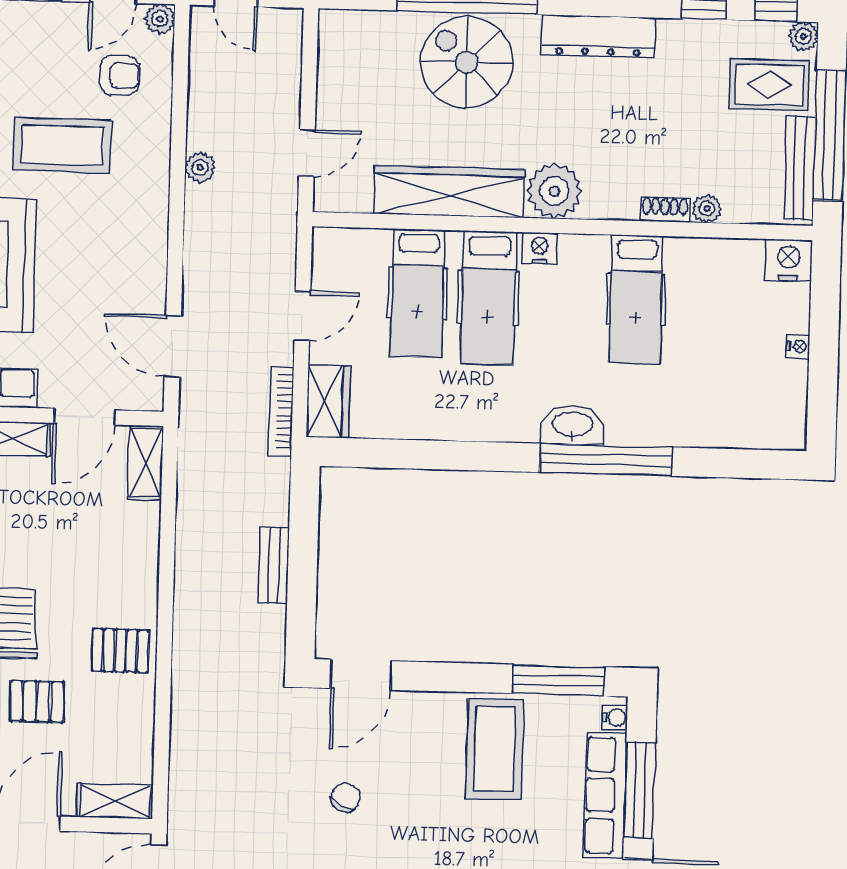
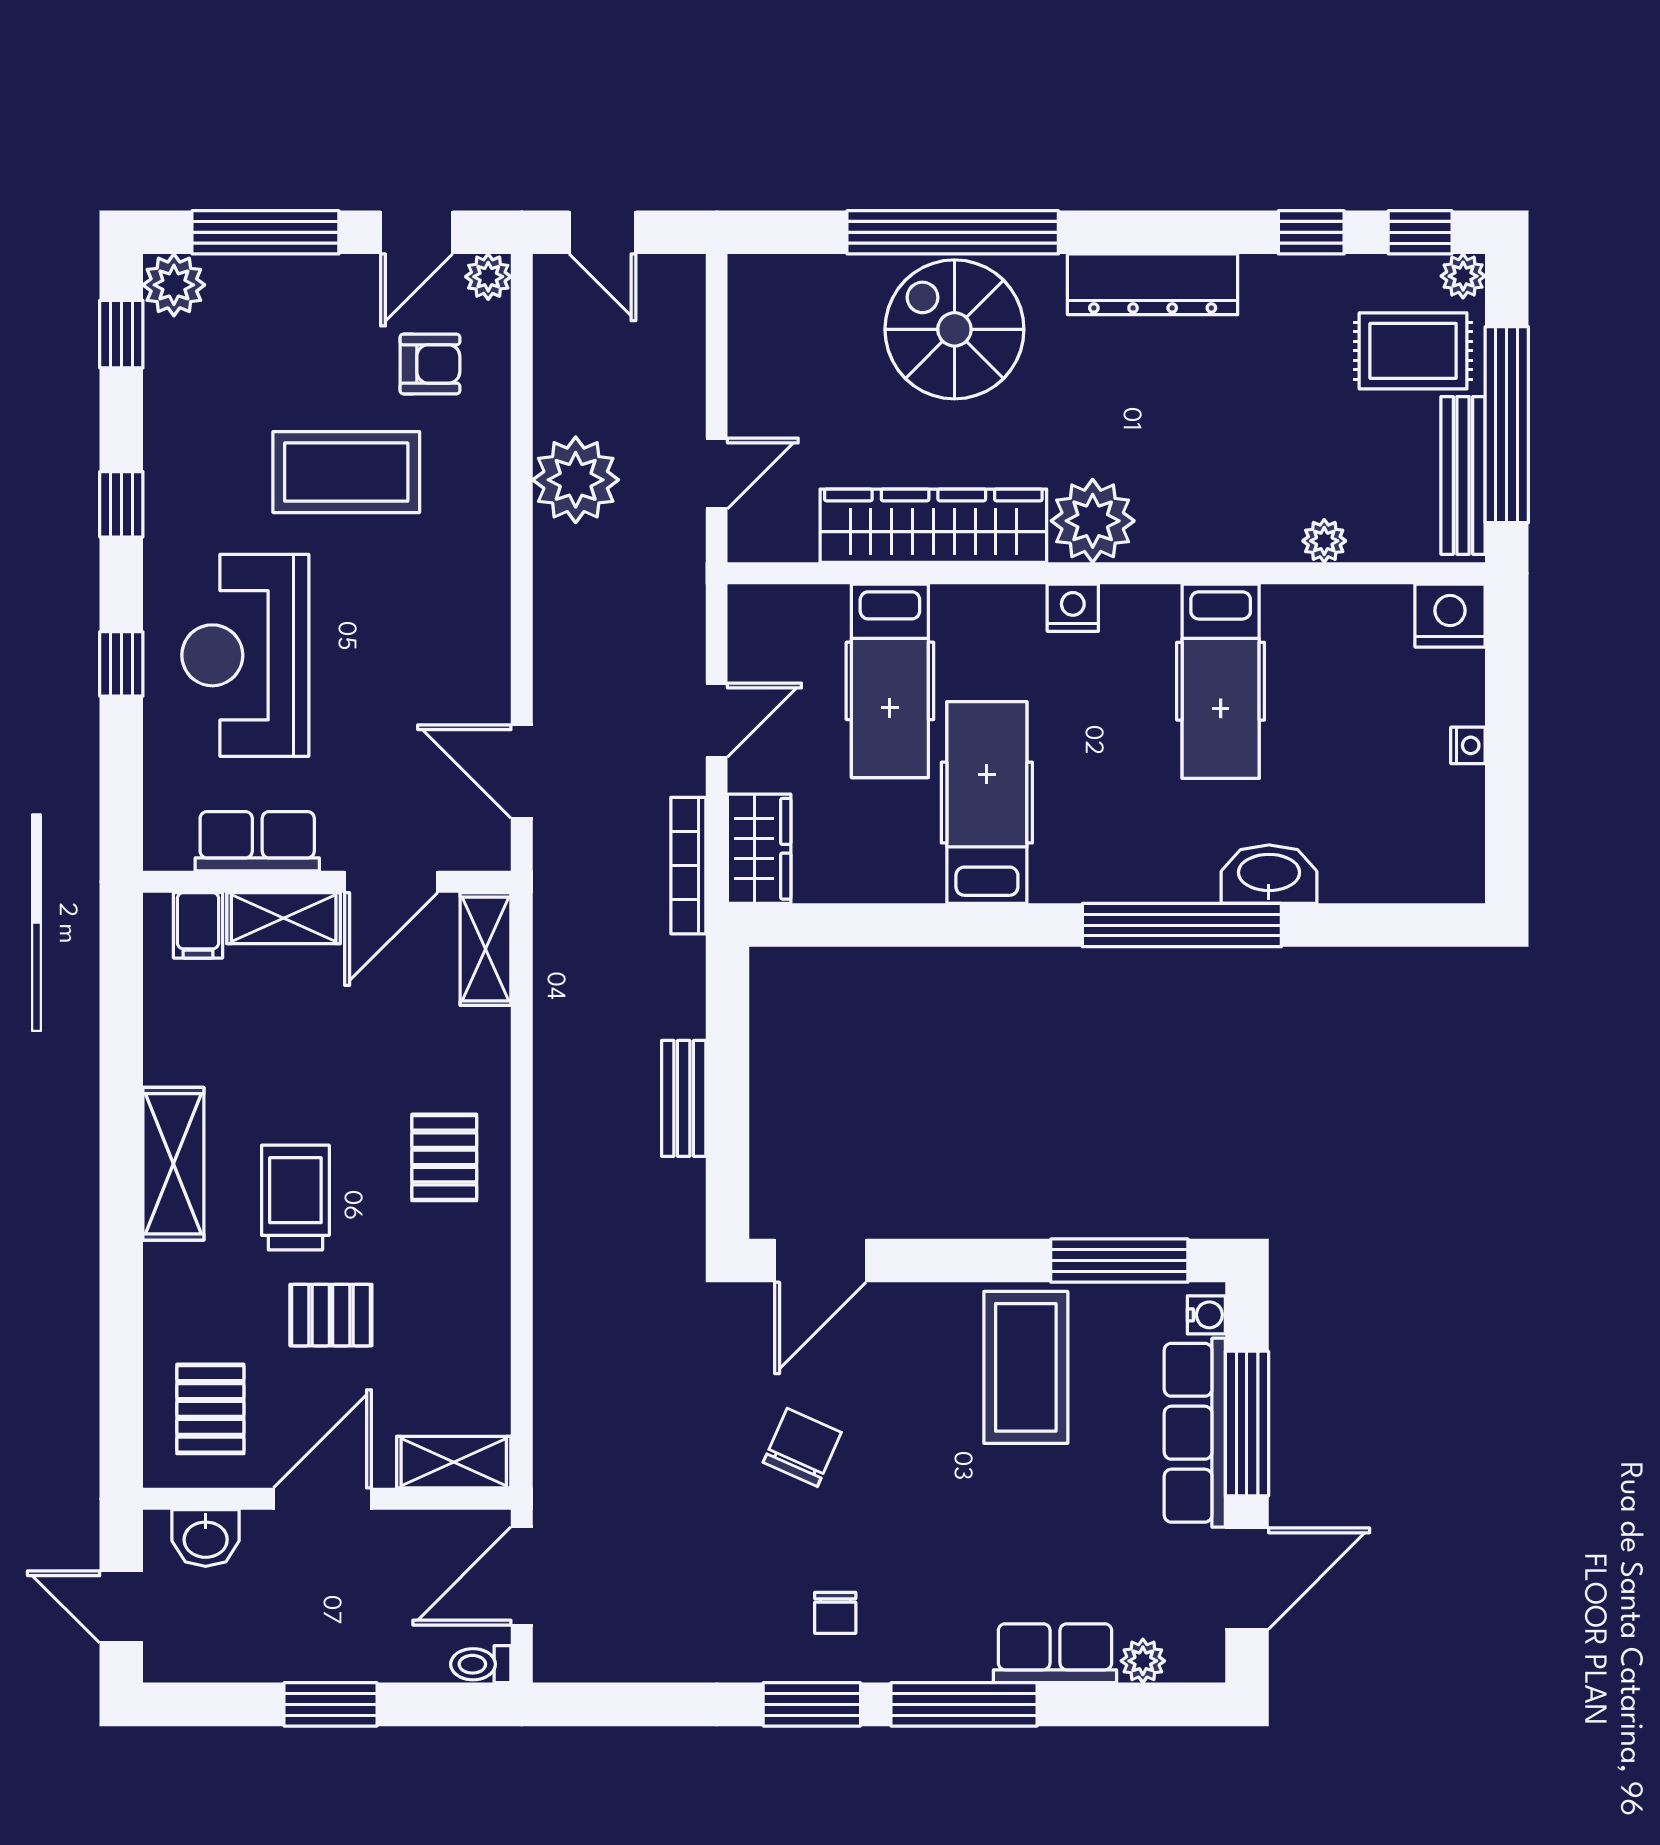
plant: (200, 167) -> (576, 480), width x1.88, depth x1.88
shoe rack: (665, 210) -> (1261, 544), removed
hospital bed: (488, 298) -> (987, 803), moved, turned 180
washbasin: (572, 425) -> (1269, 874), moved
pallet: (120, 651) -> (444, 1157), moved, turned 90
chair: (345, 798) -> (802, 1447), width x1.37, depth x1.37

